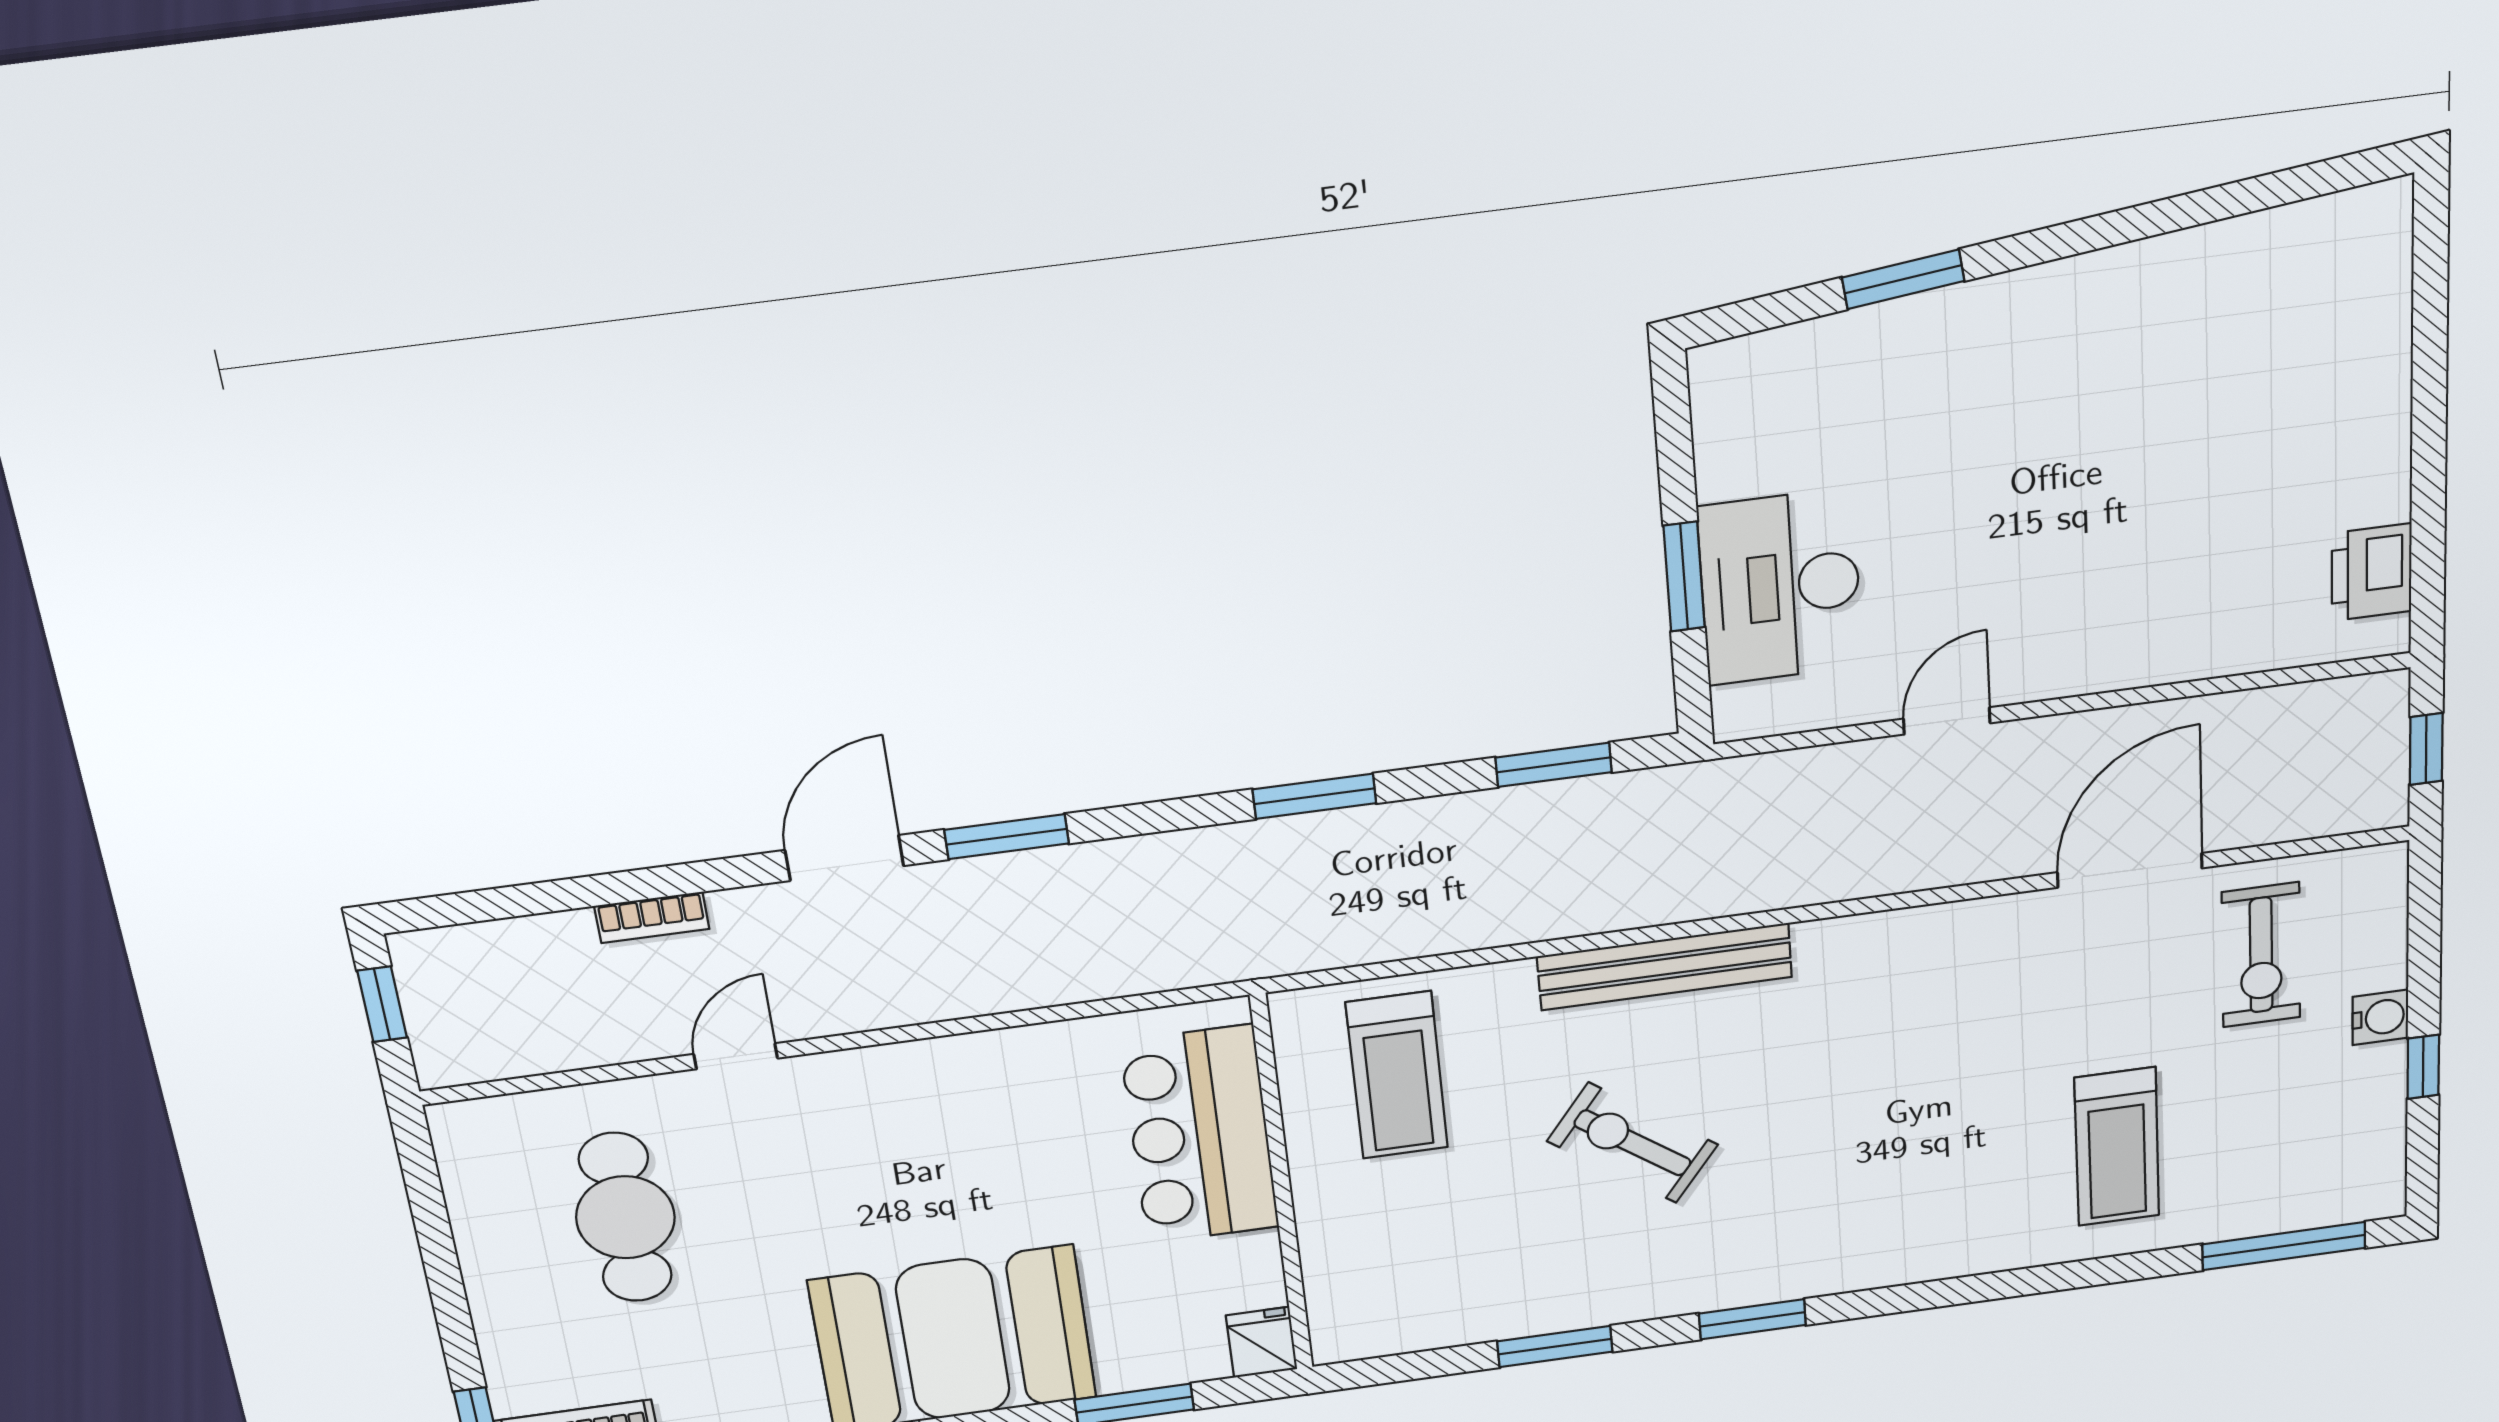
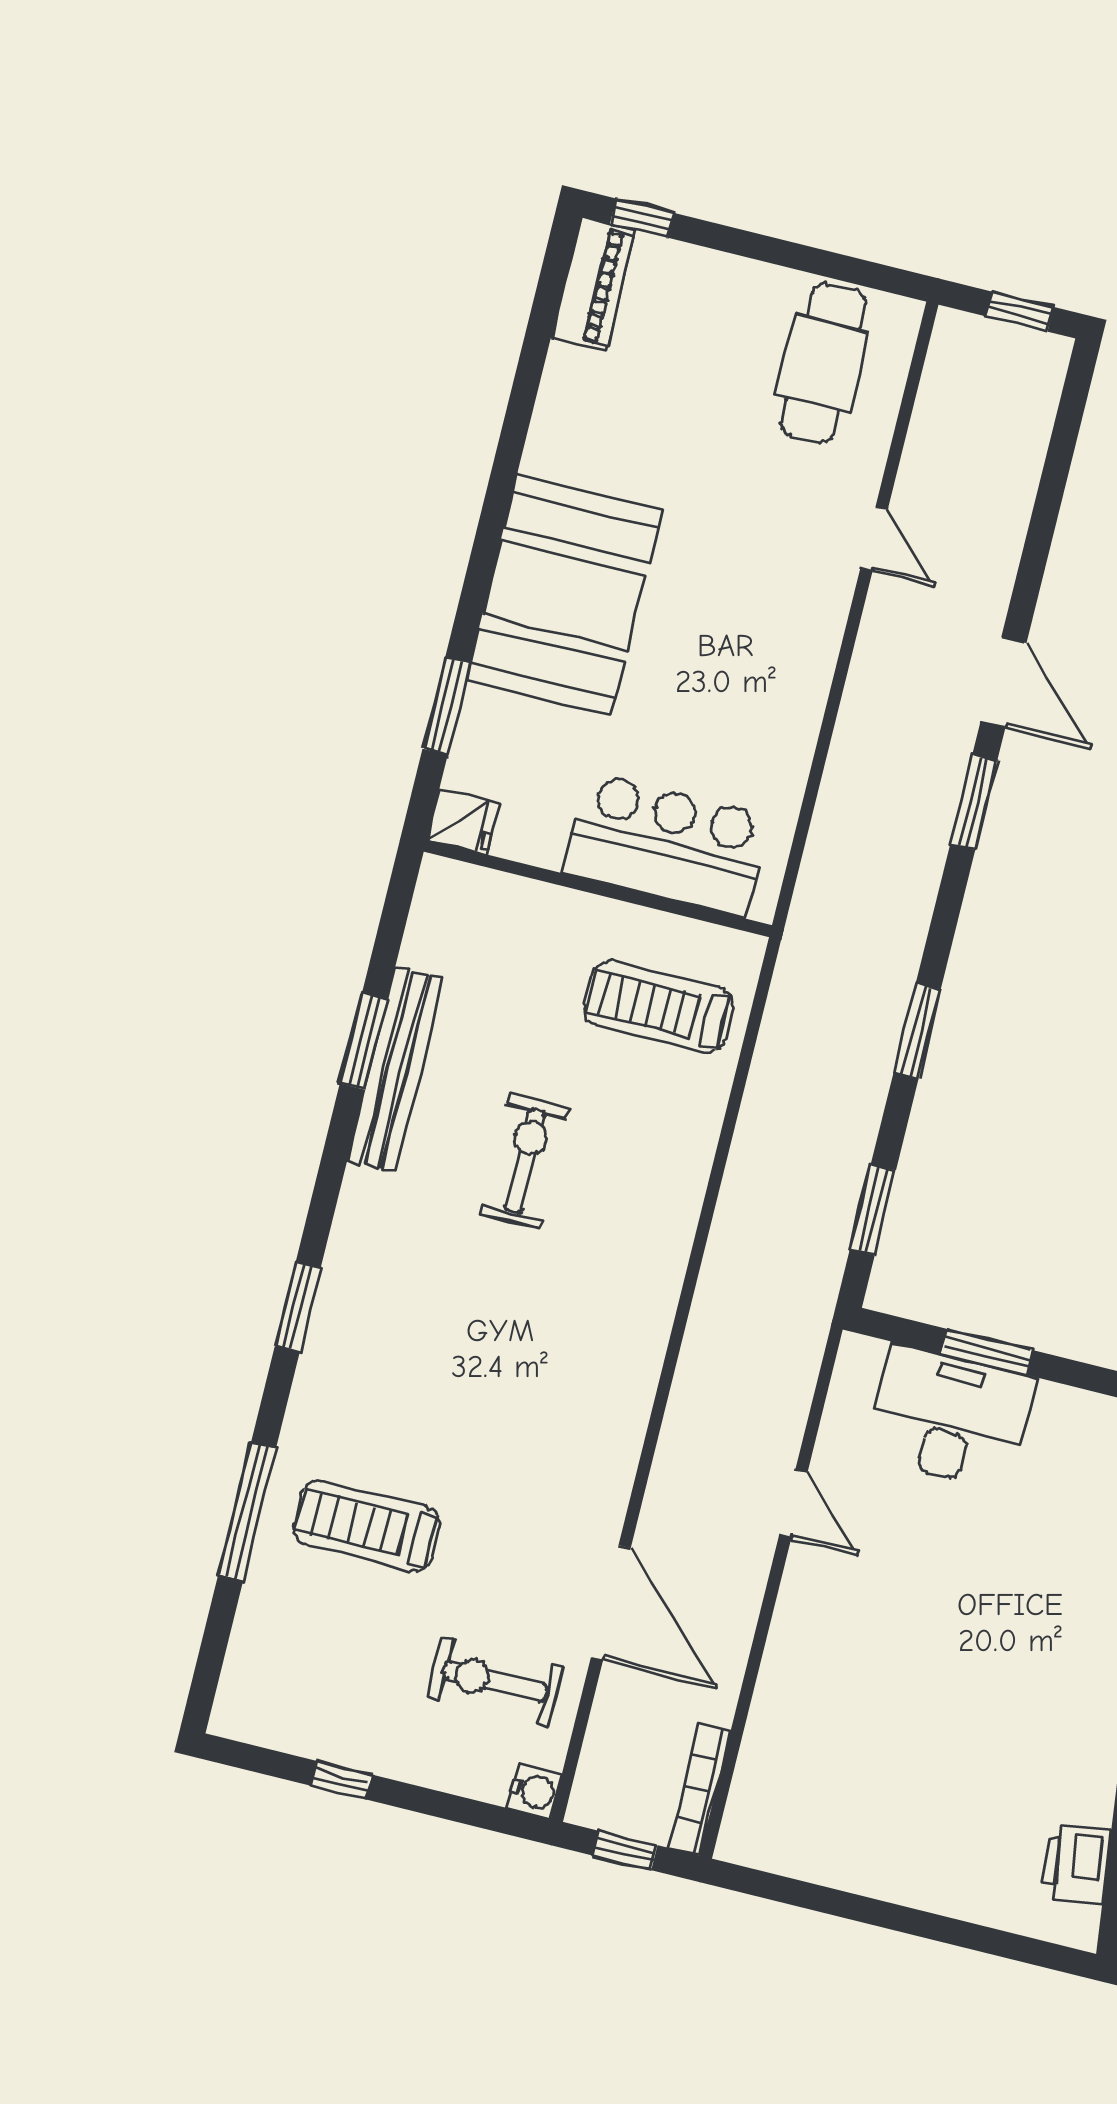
printer: (2372, 572) -> (1076, 1864), moved, turned -97
bookcase: (652, 917) -> (699, 1789), moved, width x1.56
bench: (1665, 967) -> (395, 1070), moved
water cooler: (2380, 1017) -> (534, 1791), moved, turned -90
exercise bike: (1633, 1143) -> (525, 1161), turned -37
cafe table: (625, 1217) -> (823, 363), moved, turned 90
window: (2284, 1246) -> (247, 1511), moved
window: (1752, 1319) -> (298, 1307), moved

